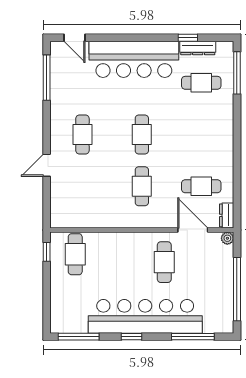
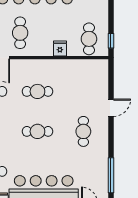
cafe table: (142, 135) -> (37, 131), turned 90
cafe table: (142, 186) -> (37, 91), turned 90
fridge: (113, 242) -> (60, 49), added

